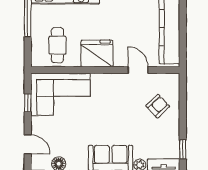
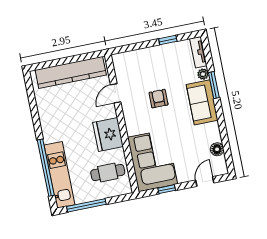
armchair: (158, 106) -> (158, 99), moved, turned 43
window: (183, 149) -> (168, 40), moved

